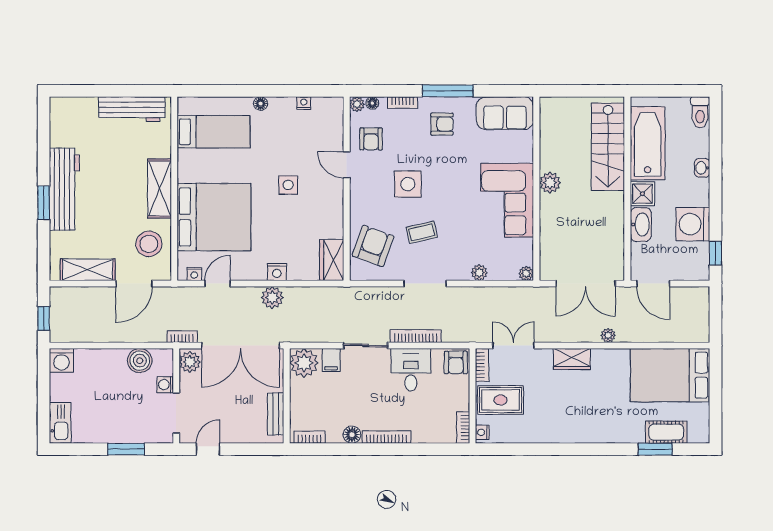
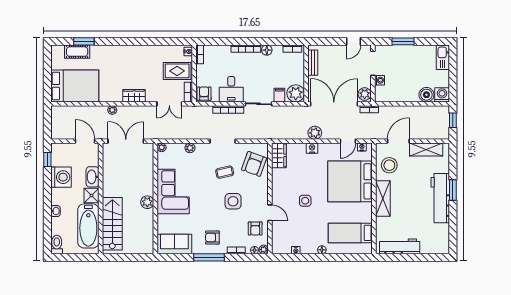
armchair: (371, 139) -> (255, 228), turned 180
boiler: (140, 361) -> (426, 95), moved

